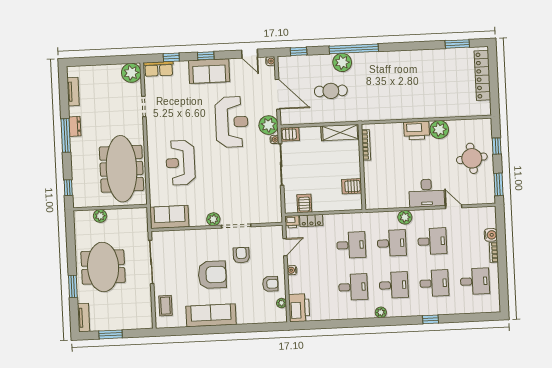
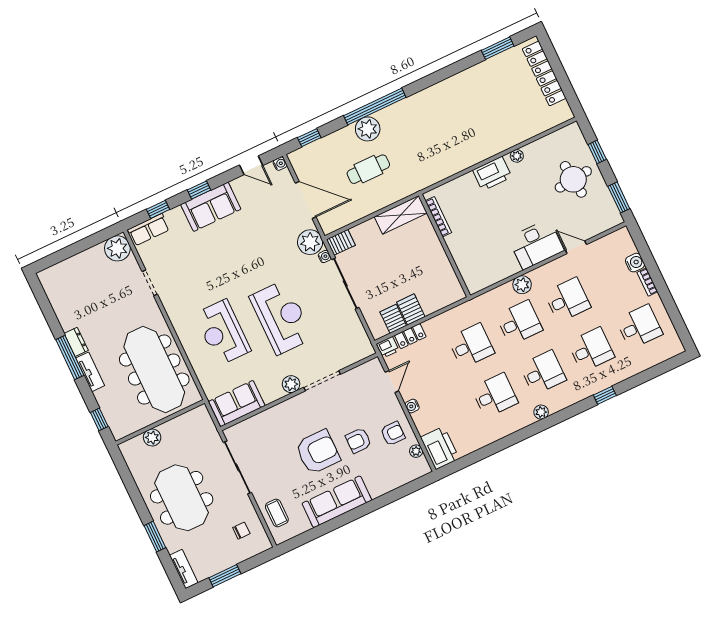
tv unit: (73, 92) -> (90, 372), moved
reception desk: (232, 122) -> (281, 317), moved
plant: (439, 130) -> (517, 156), width x0.53, depth x0.53
server rack: (352, 186) -> (411, 309), moved, turned 90
armchair: (241, 255) -> (358, 440), moved, turned -90
chair: (135, 308) -> (241, 531), added

